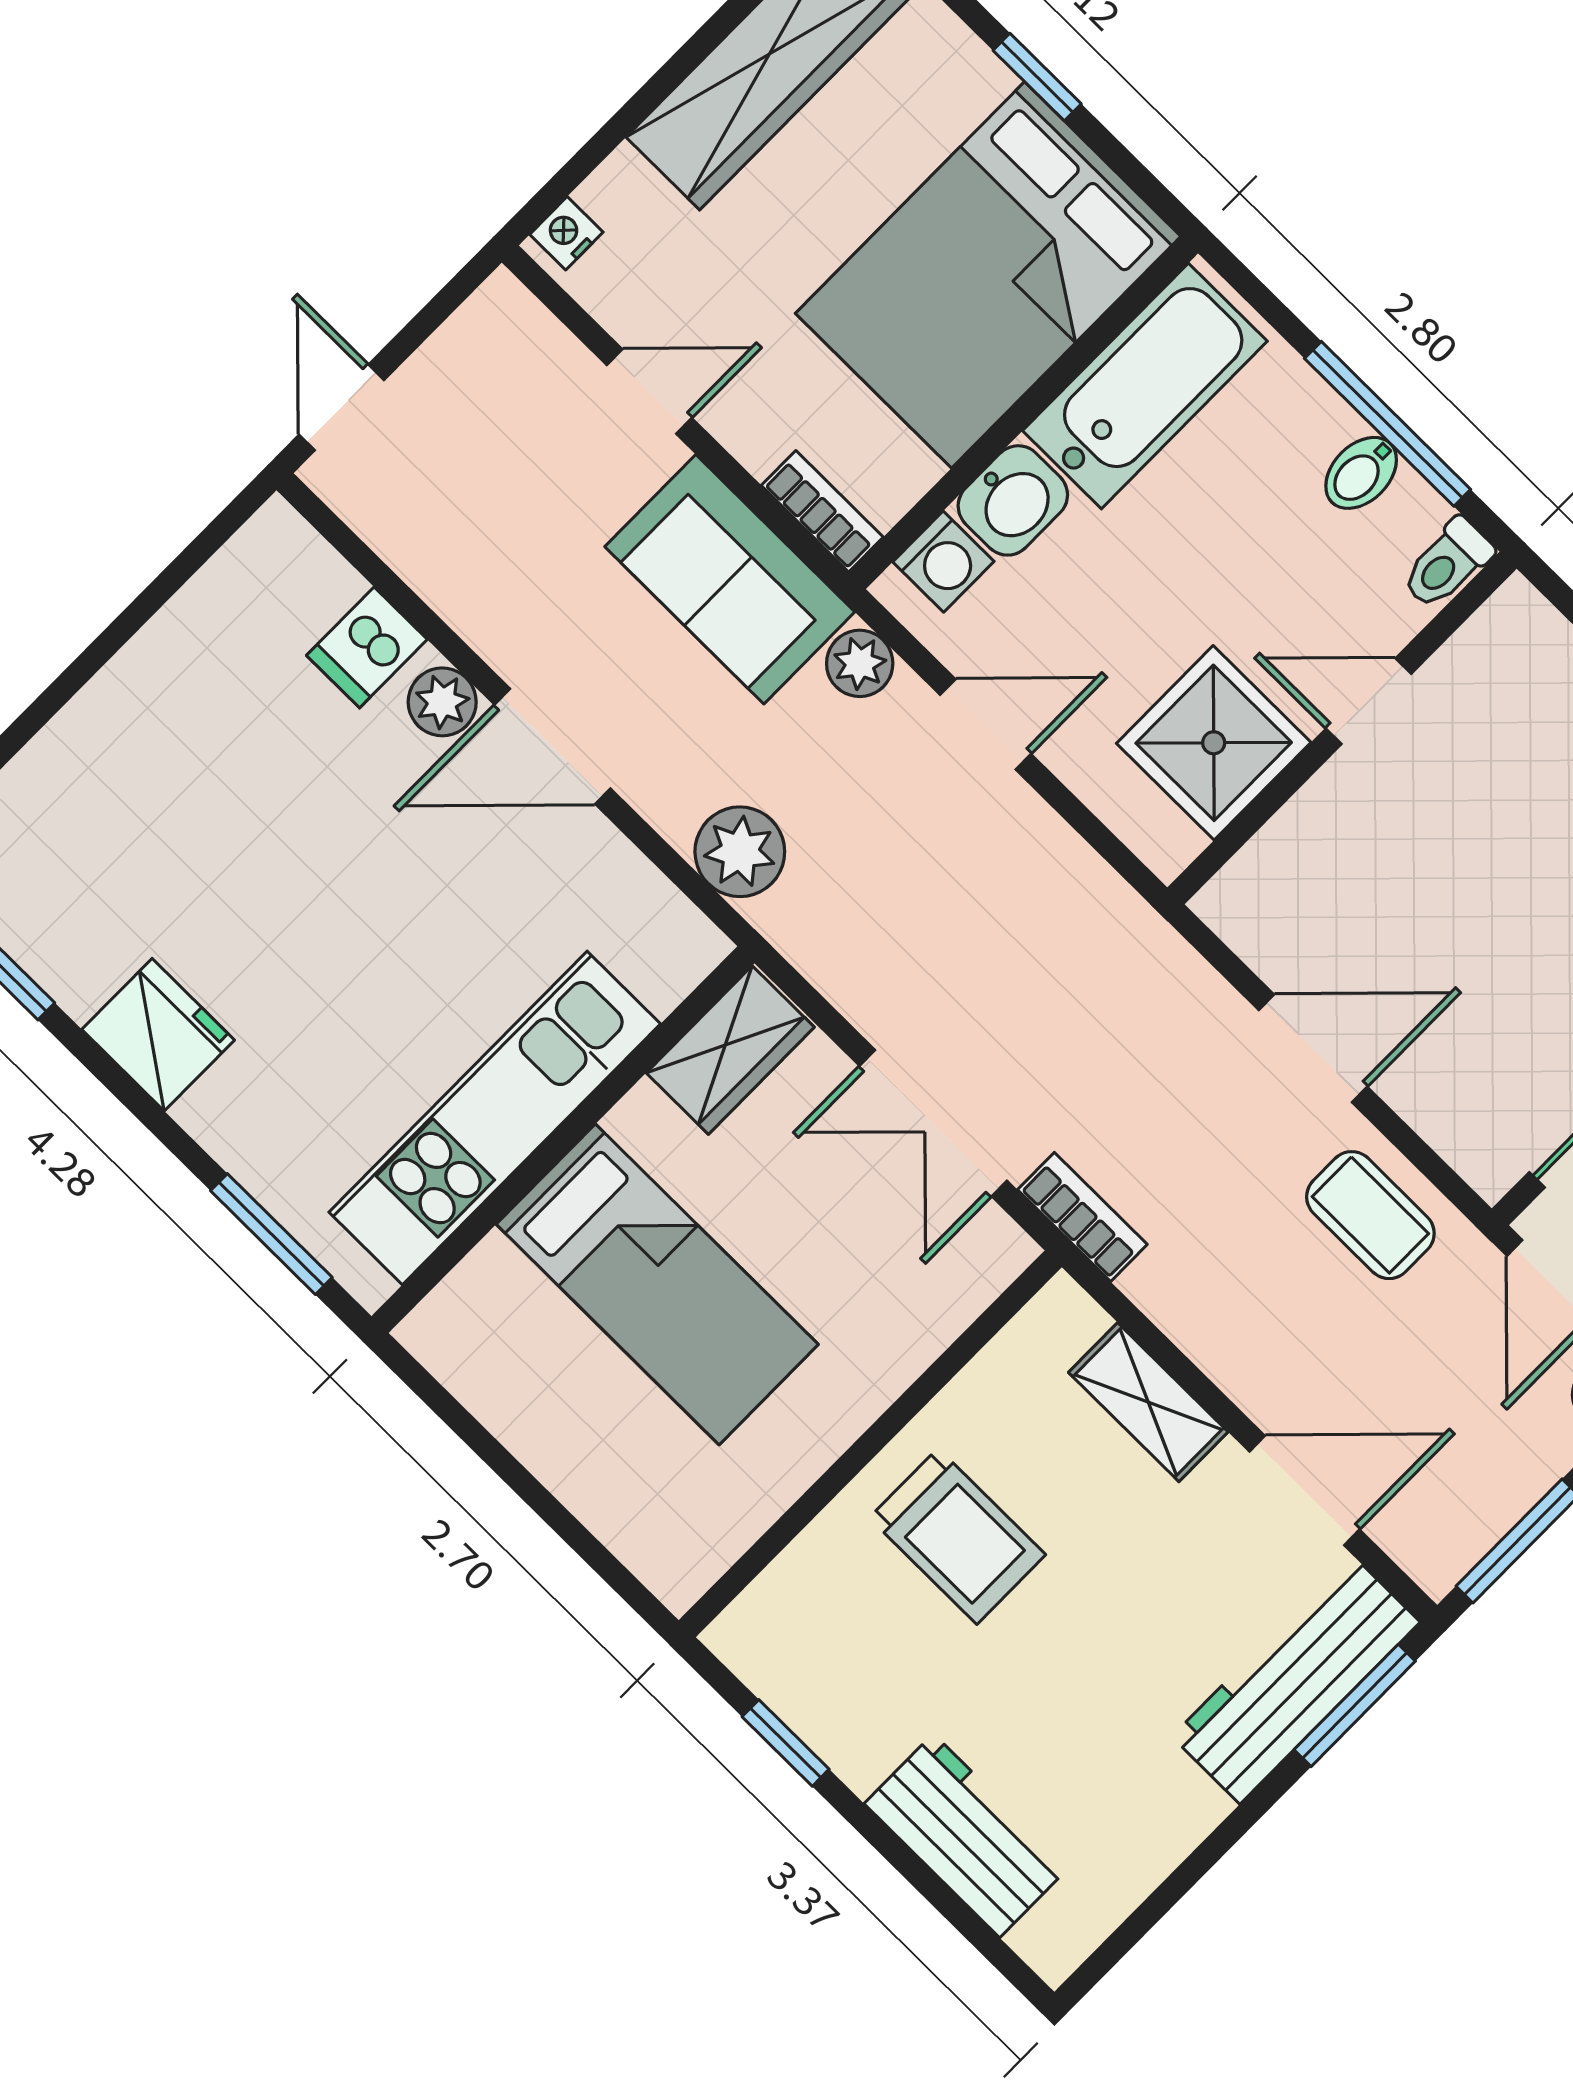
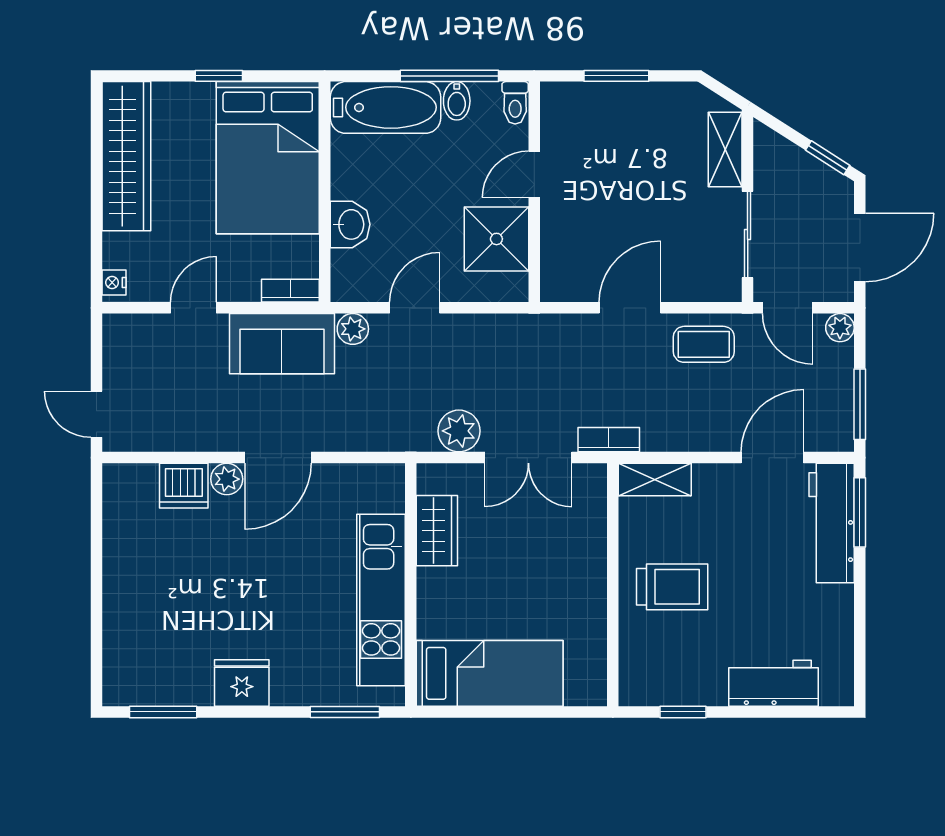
bathtub: (1145, 386) -> (385, 107), moved, turned 90
washing machine: (943, 562) -> (347, 268), removed
dishwasher: (367, 647) -> (184, 486), width x1.38
plant: (740, 852) -> (459, 431), moved
wardrobe: (730, 1050) -> (437, 531), moved
bed: (657, 1284) -> (490, 673), moved
shelving: (1148, 1402) -> (655, 479), moved

